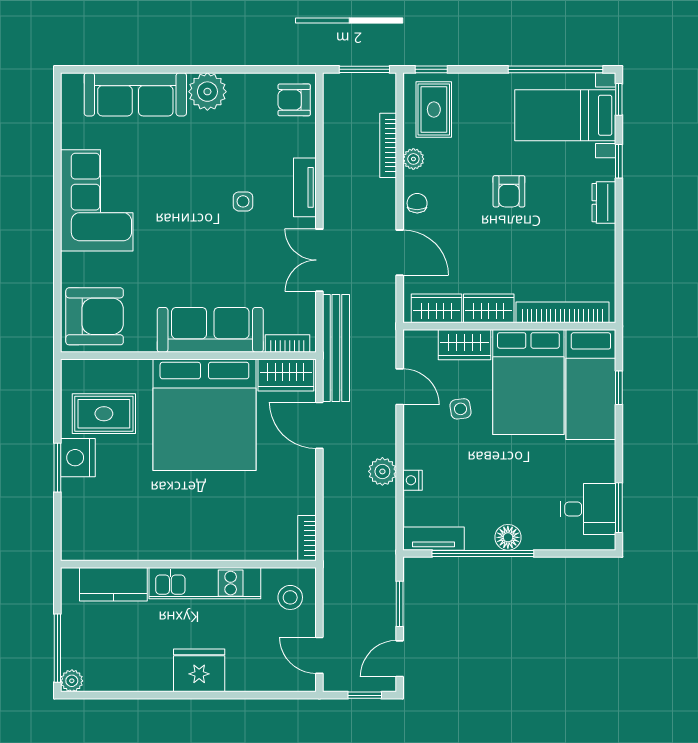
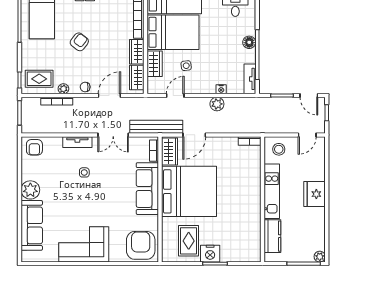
armchair: (509, 191) -> (79, 42), turned -52

